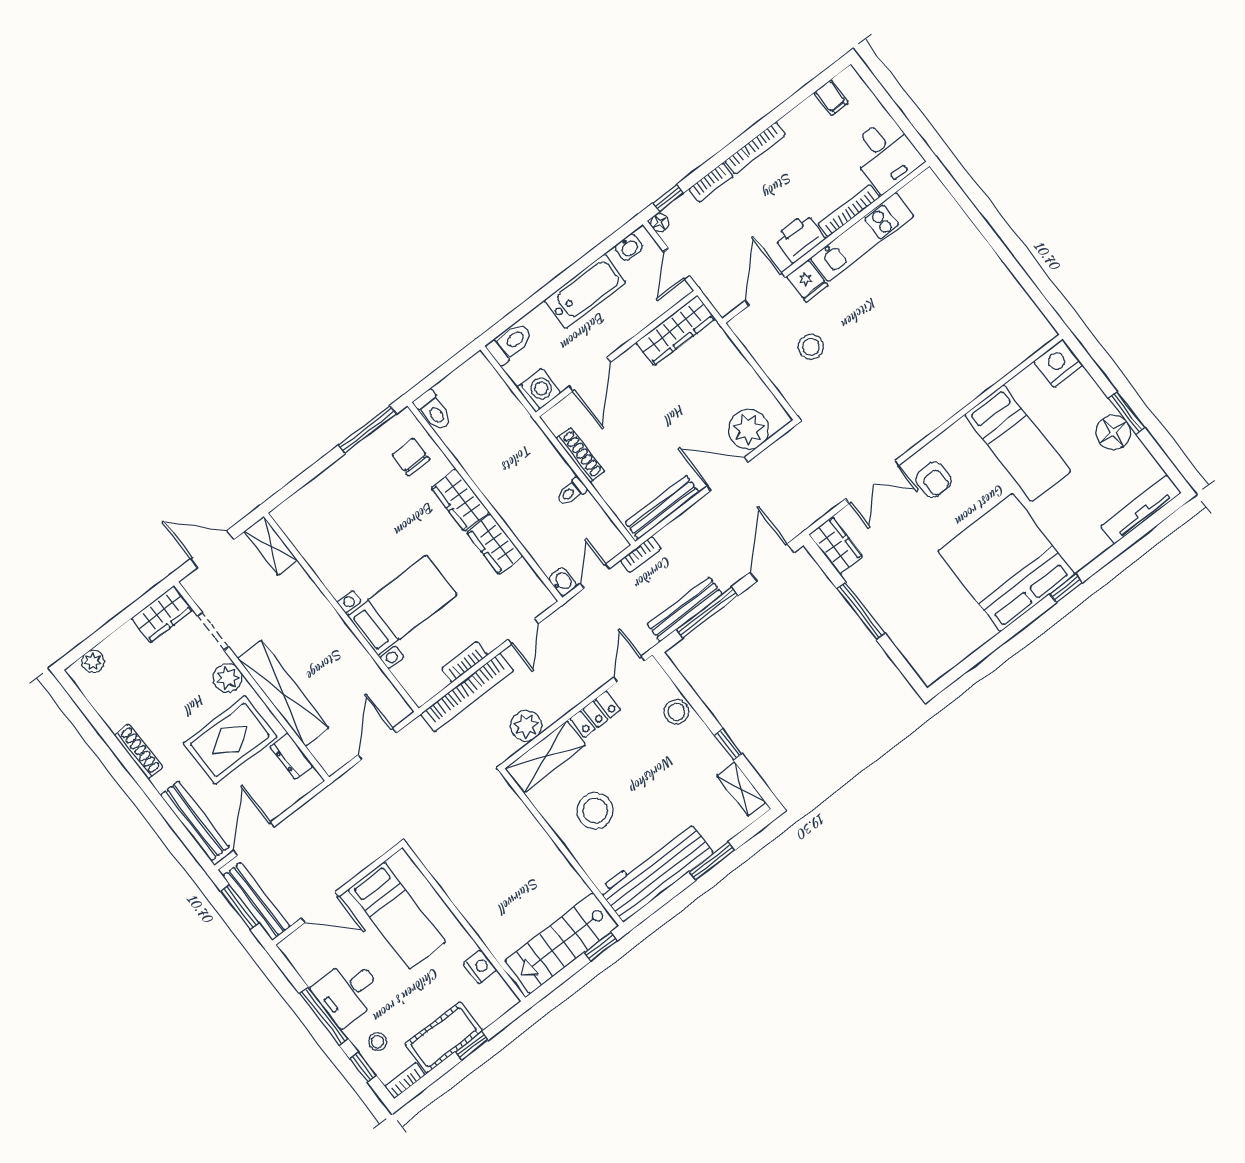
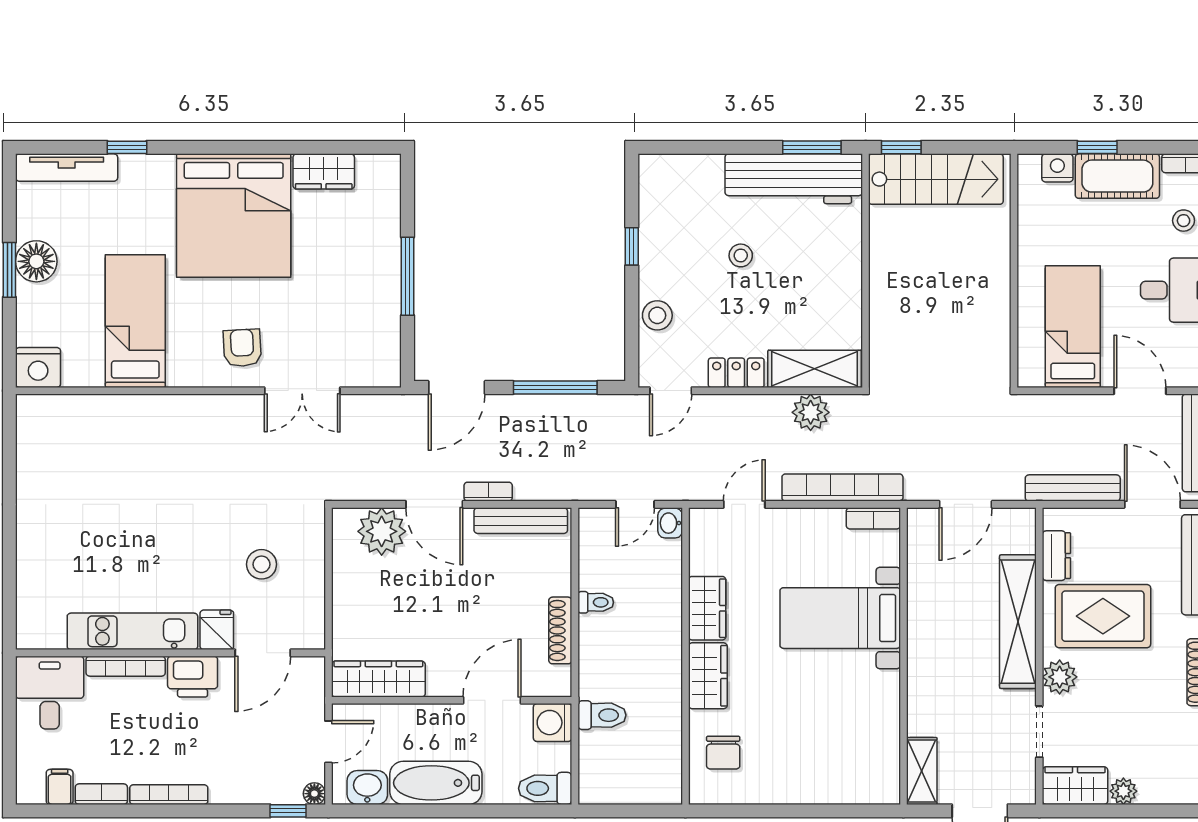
bookcase: (711, 183) -> (101, 794), moved
washbasin: (629, 247) -> (367, 787), width x1.38, depth x1.45
toilet: (433, 411) -> (602, 715), moved, turned 90
window: (367, 430) -> (744, 811), removed
double door: (872, 482) -> (302, 391), swing flipped
wardrobe: (836, 545) -> (324, 171), moved, turned -90
bookcase: (641, 554) -> (488, 492), moved
window: (1066, 588) -> (127, 147), moved
bench: (685, 609) -> (1073, 488), moved
plant: (93, 661) -> (1123, 791), moved
bookcase: (465, 662) -> (873, 518), moved
shelving: (741, 789) -> (652, 194), removed
stool: (595, 811) -> (741, 255), moved, width x0.53, depth x0.53
door: (254, 839) -> (1152, 504), swing flipped
window: (712, 861) -> (812, 147), moved
nightstand: (480, 967) -> (1057, 168), moved, turned 90

